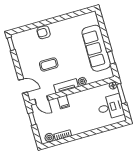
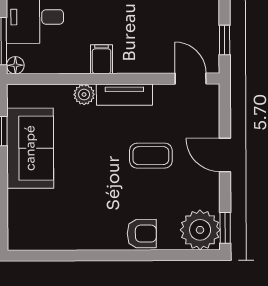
plant: (21, 40) -> (200, 230), added
sofa: (96, 48) -> (30, 148), width x0.73
door: (23, 86) -> (225, 155), moved
filing cabinet: (63, 102) -> (102, 59), moved

